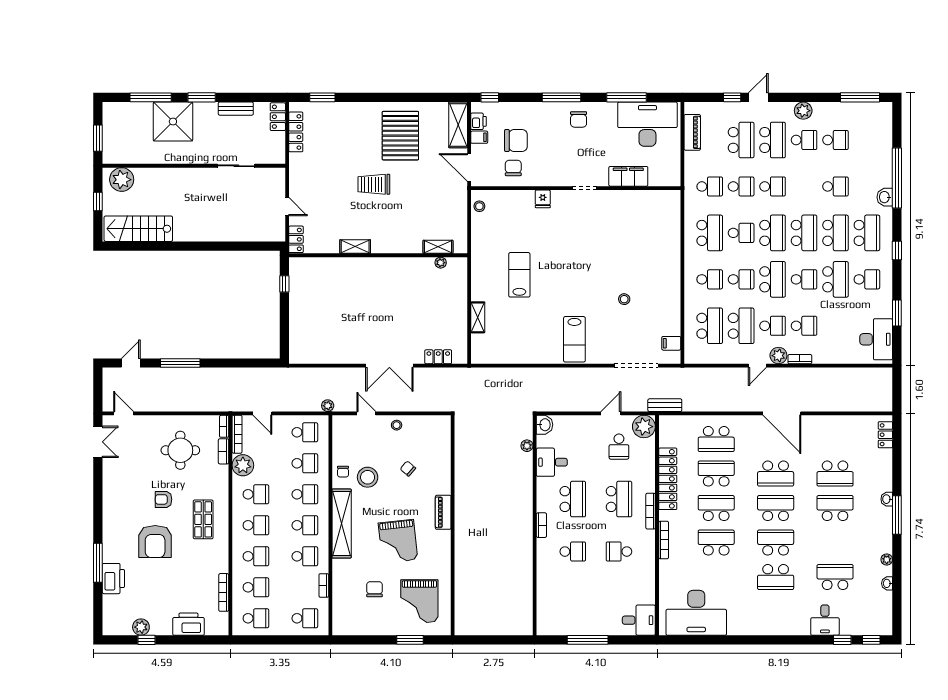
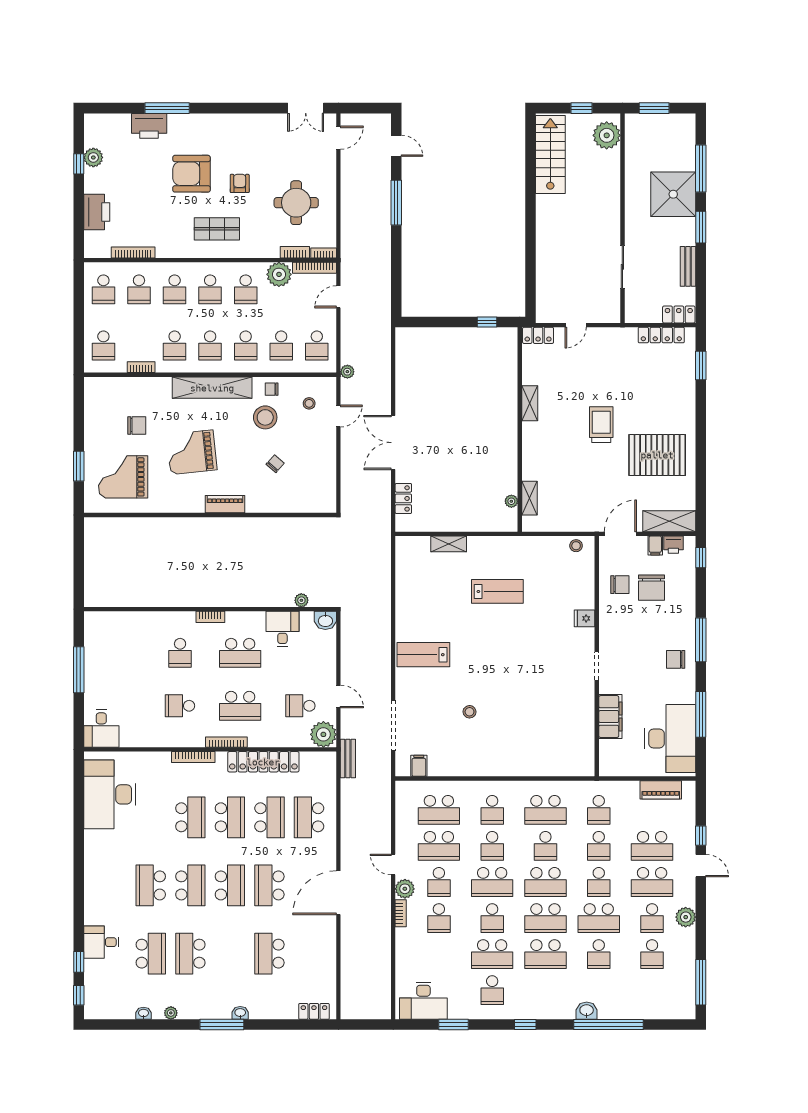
school desk: (867, 233) -> (599, 918), moved
stool: (397, 425) -> (309, 403), moved
school desk: (835, 508) -> (190, 954), moved, turned 180
school desk: (619, 552) -> (180, 706), turned -90

